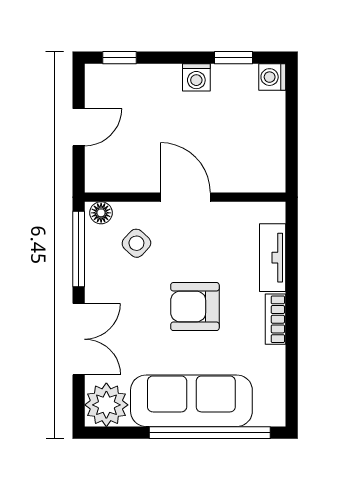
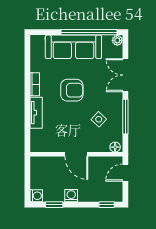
door: (185, 197) -> (76, 154), moved
wall: (185, 197) -> (76, 154), moved
floor lamp: (101, 213) -> (115, 147), moved
plant: (106, 405) -> (117, 40), width x0.53, depth x0.53
window: (210, 433) -> (89, 32), moved

